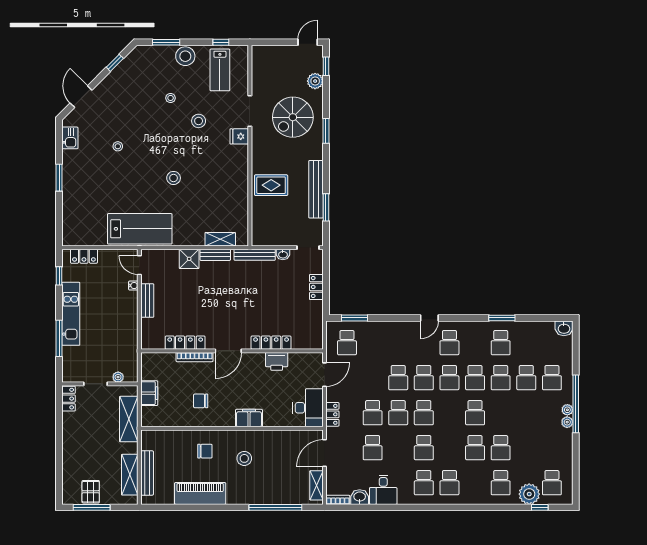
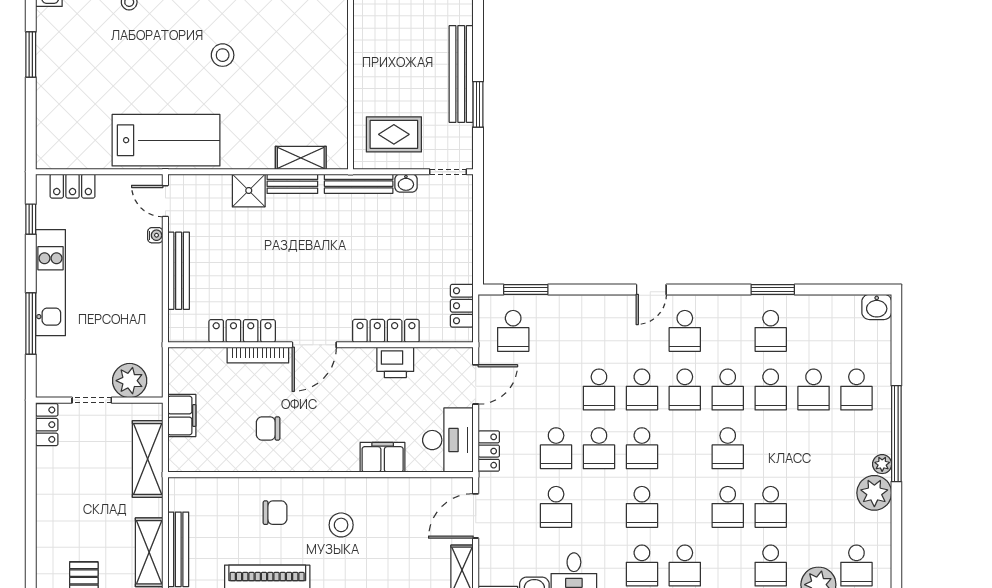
rug: (271, 185) -> (394, 134), moved
locker: (316, 287) -> (462, 306), moved
bench: (147, 301) -> (179, 271), width x1.36
plant: (118, 377) -> (130, 381), width x1.87, depth x1.87
plant: (567, 410) -> (874, 493), moved, width x1.88, depth x1.88
filing cabinet: (249, 418) -> (383, 457), moved

